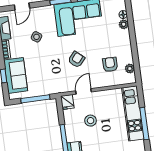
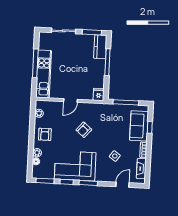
armchair: (110, 64) -> (45, 134), moved
door: (83, 91) -> (71, 100), moved
stool: (91, 121) -> (81, 75), removed

